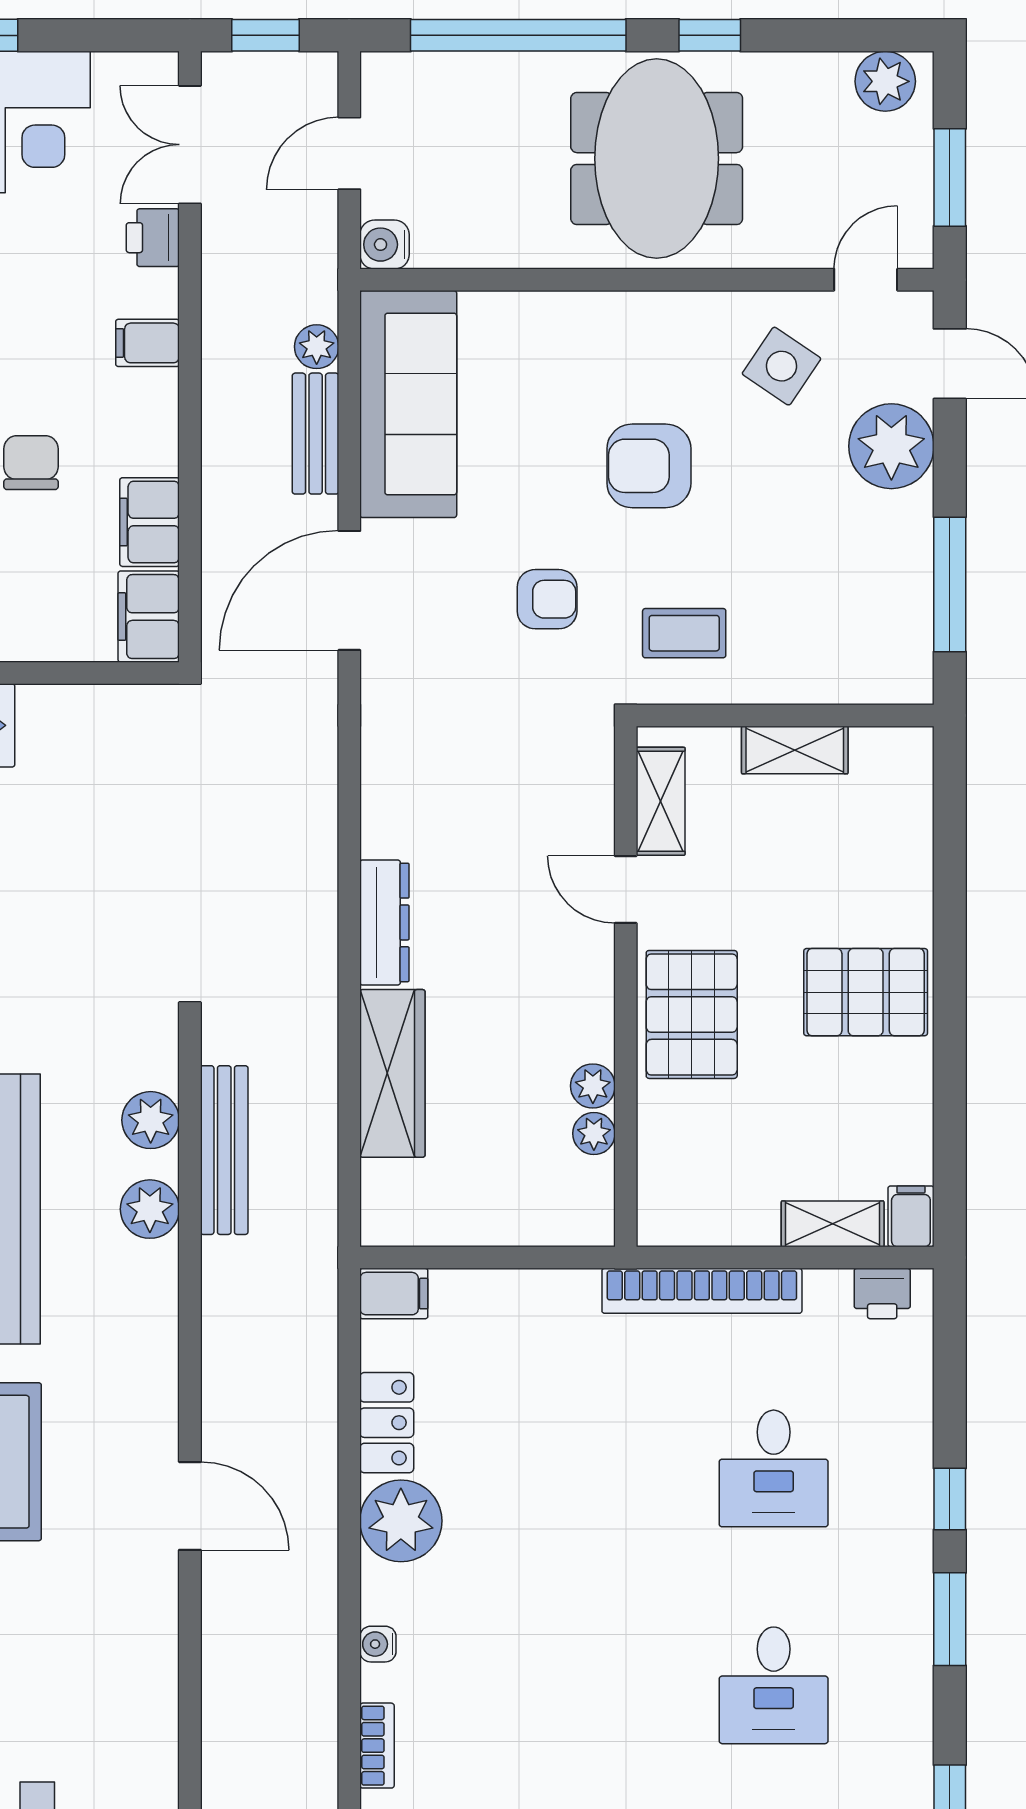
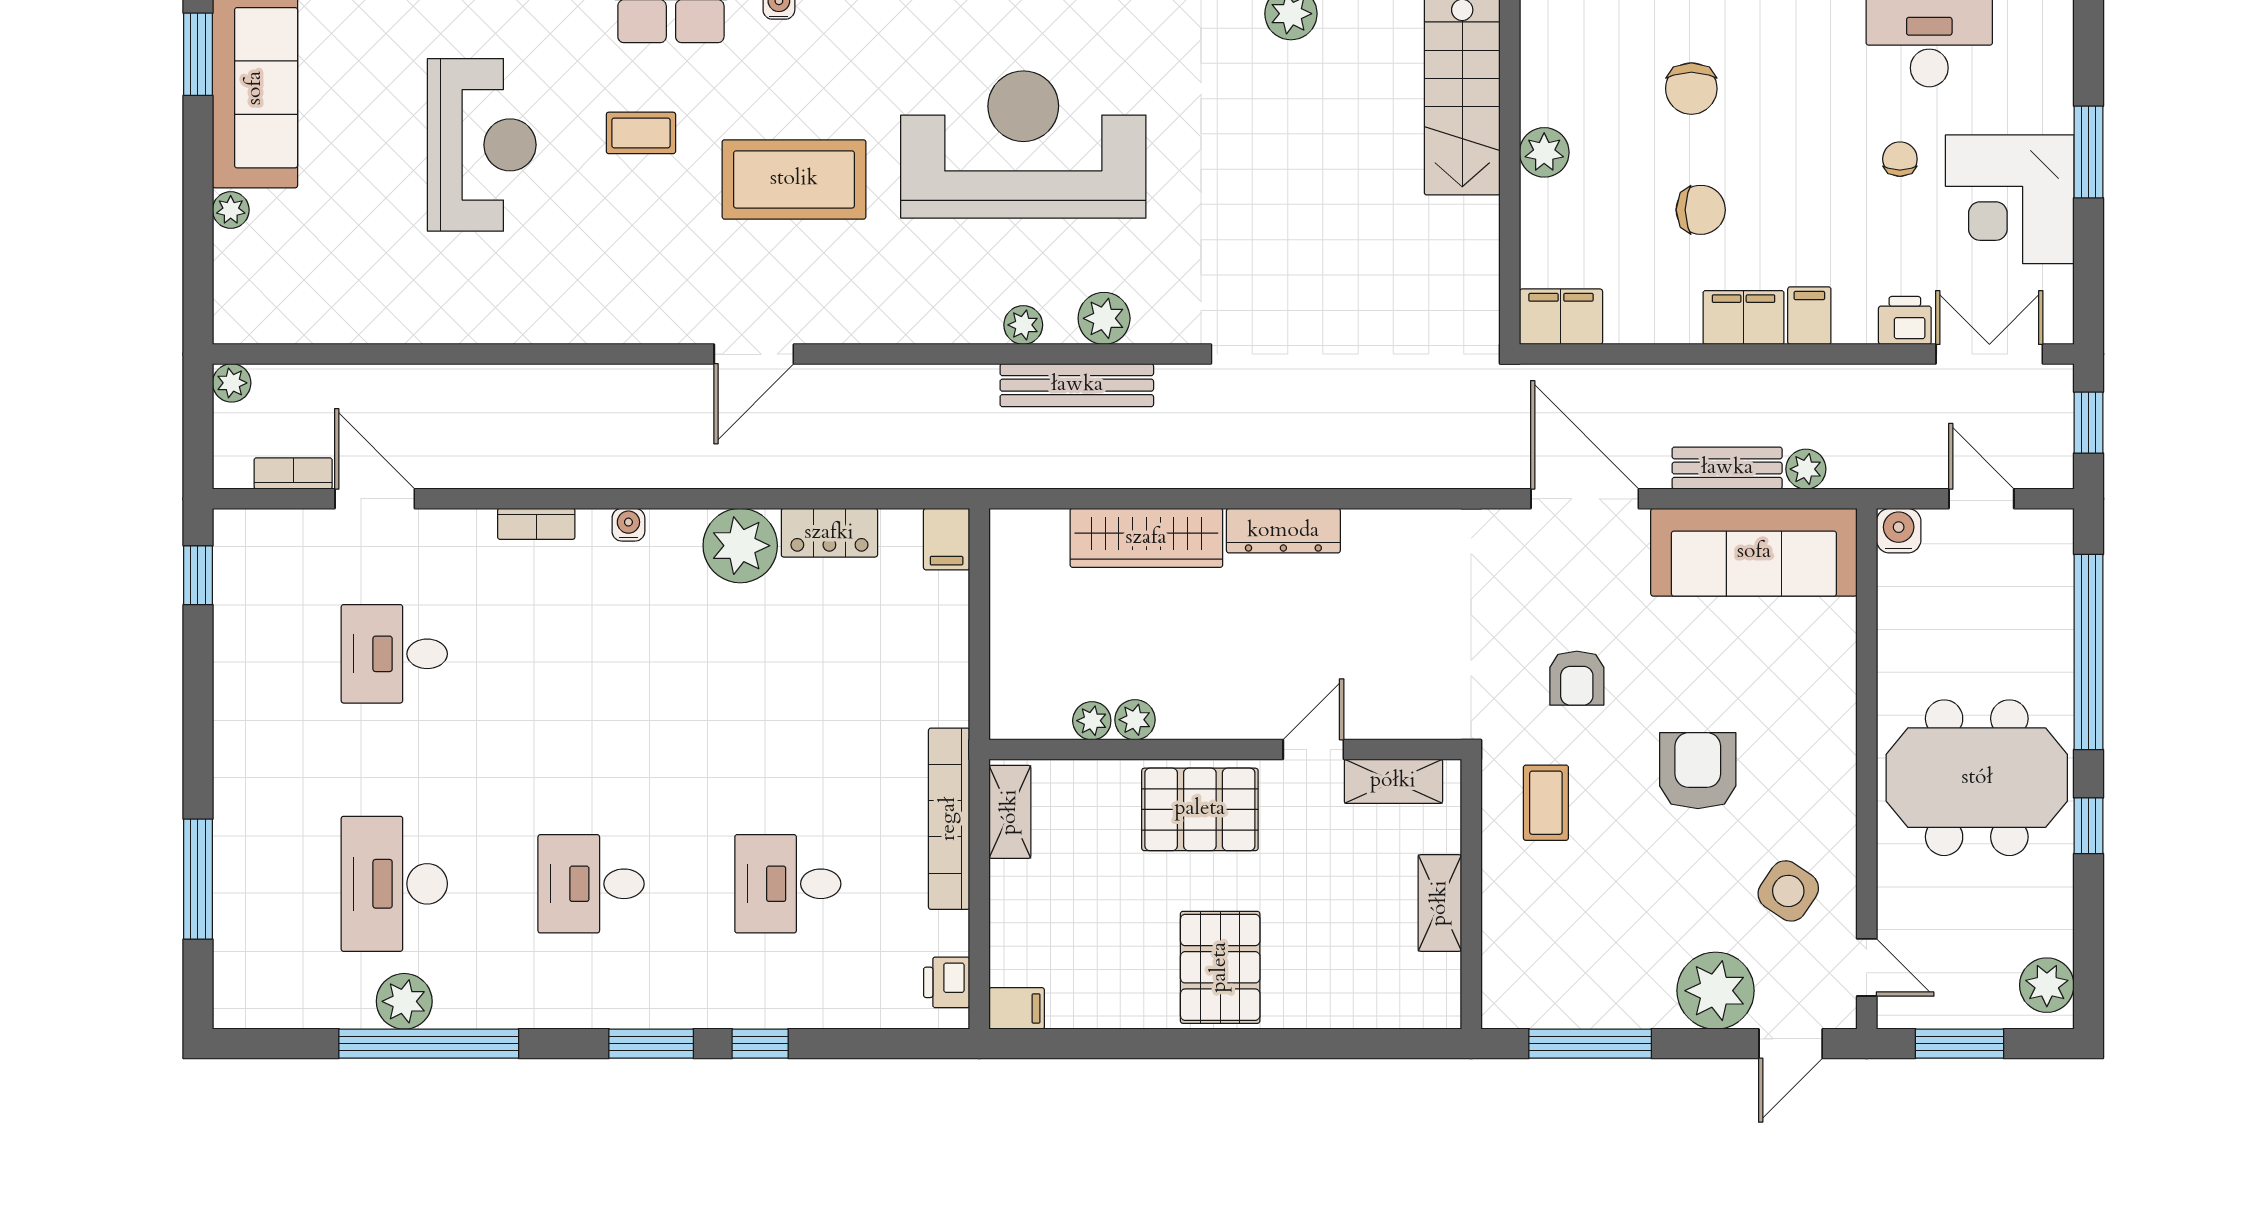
filing cabinet: (150, 522) -> (1743, 317), moved
plant: (150, 1209) -> (1023, 325), width x0.73, depth x0.73
shelving: (833, 1224) -> (1010, 812), moved

